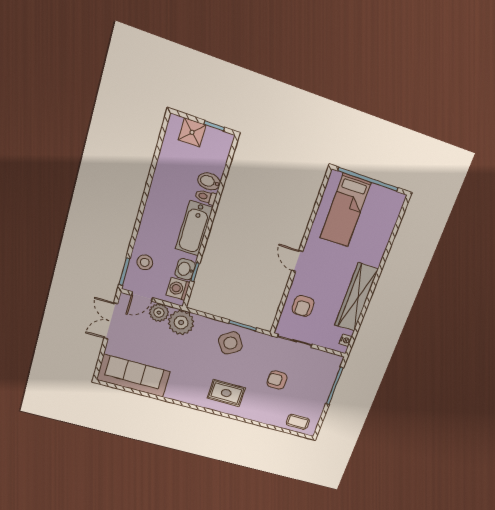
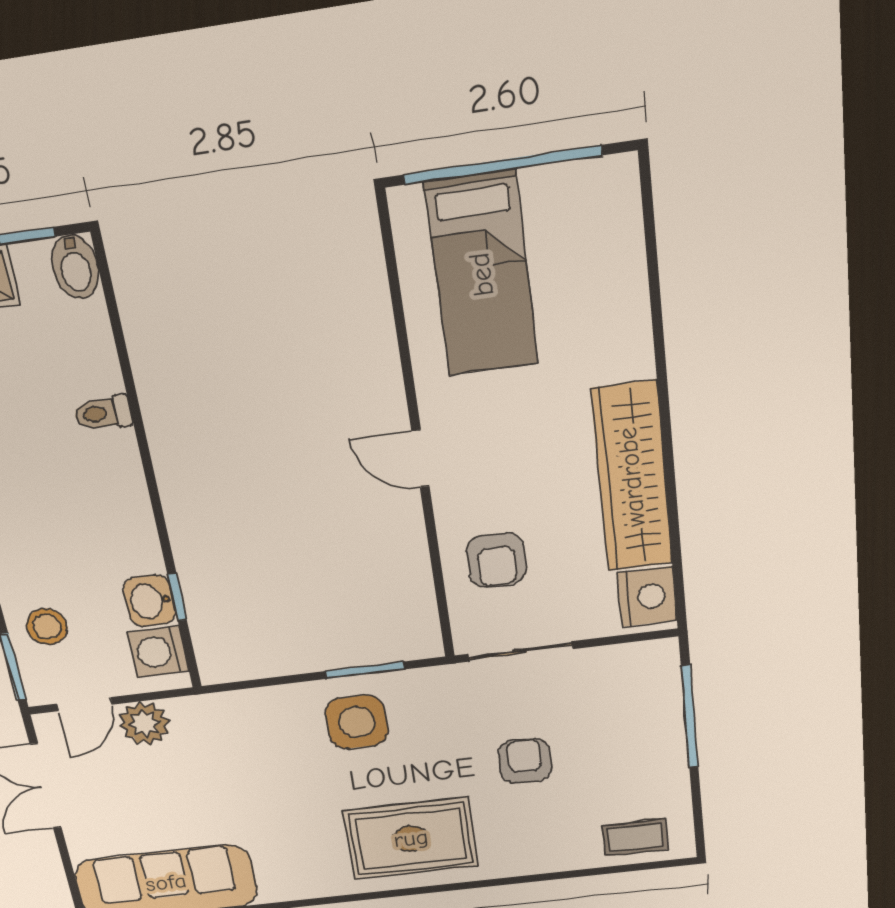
bidet: (209, 181) -> (75, 267), moved, turned -90
bathtub: (194, 228) -> (117, 498), removed
plant: (181, 322) -> (209, 724), removed
nightstand: (345, 340) -> (647, 597), width x1.89, depth x1.79
side table: (230, 343) -> (357, 722), turned 34
armchair: (277, 380) -> (525, 761), turned 90
rug: (226, 393) -> (411, 839), width x1.36, depth x1.43

